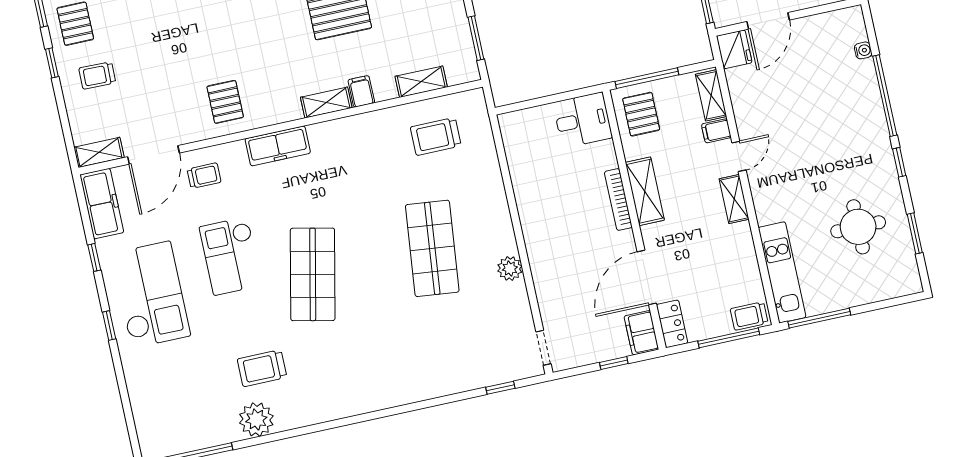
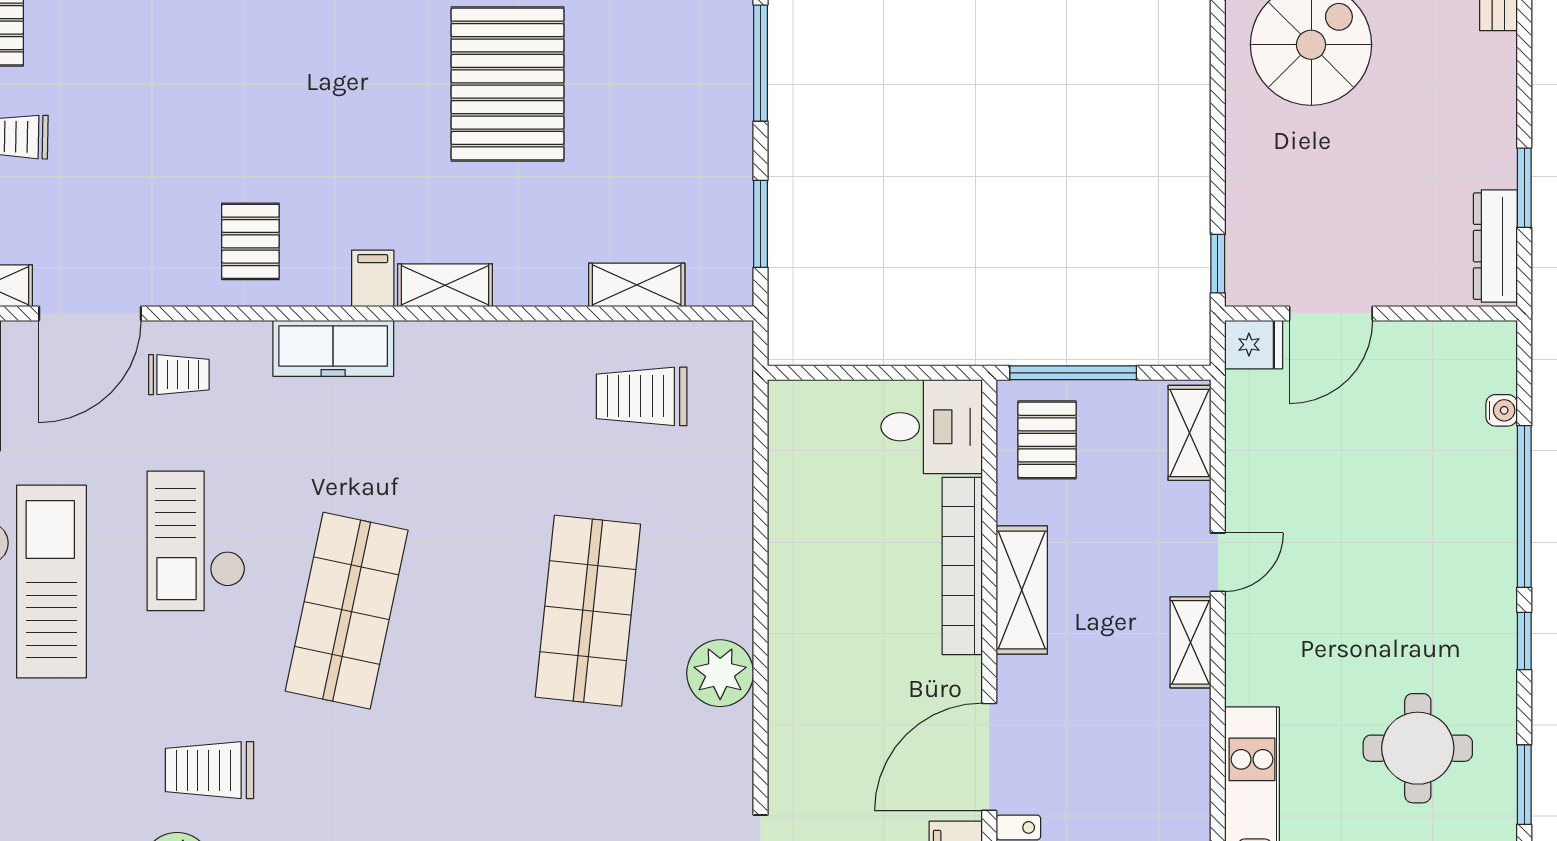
fridge: (734, 49) -> (1254, 345), width x0.72
filing cabinet: (361, 91) -> (373, 278), moved
filing cabinet: (716, 131) -> (1185, 504), removed
bookcase: (618, 200) -> (962, 566), width x1.48, depth x1.31
plant: (510, 268) -> (720, 673), width x1.36, depth x1.36

